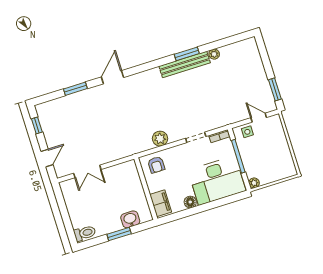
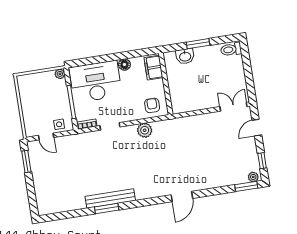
plant: (214, 54) -> (253, 177), moved
window: (75, 89) -> (246, 186), moved
double door: (87, 171) -> (233, 107), moved

